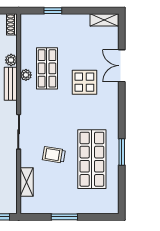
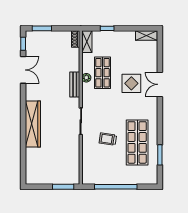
plant: (11, 60) -> (75, 66), removed
double door: (122, 66) -> (160, 84), moved
window: (122, 152) -> (160, 155), moved
shelving: (27, 182) -> (87, 42), moved
window: (64, 217) -> (116, 187), width x2.11

